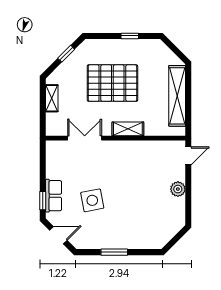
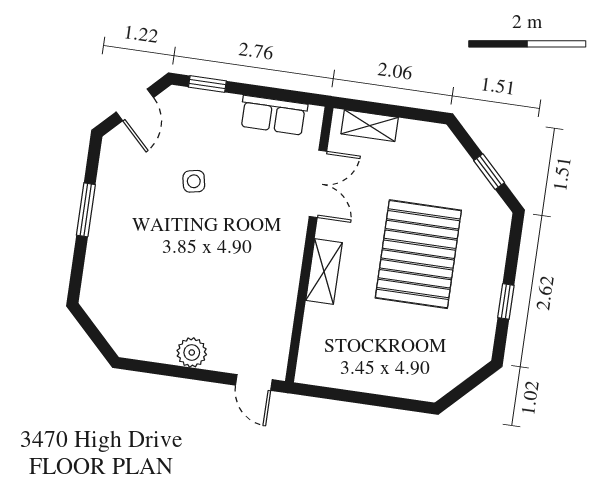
shelving: (177, 96) -> (375, 377), removed
shelving: (52, 98) -> (370, 126), moved
row of seats: (54, 196) -> (274, 115), moved
side table: (92, 200) -> (194, 181), width x0.54, depth x0.54

